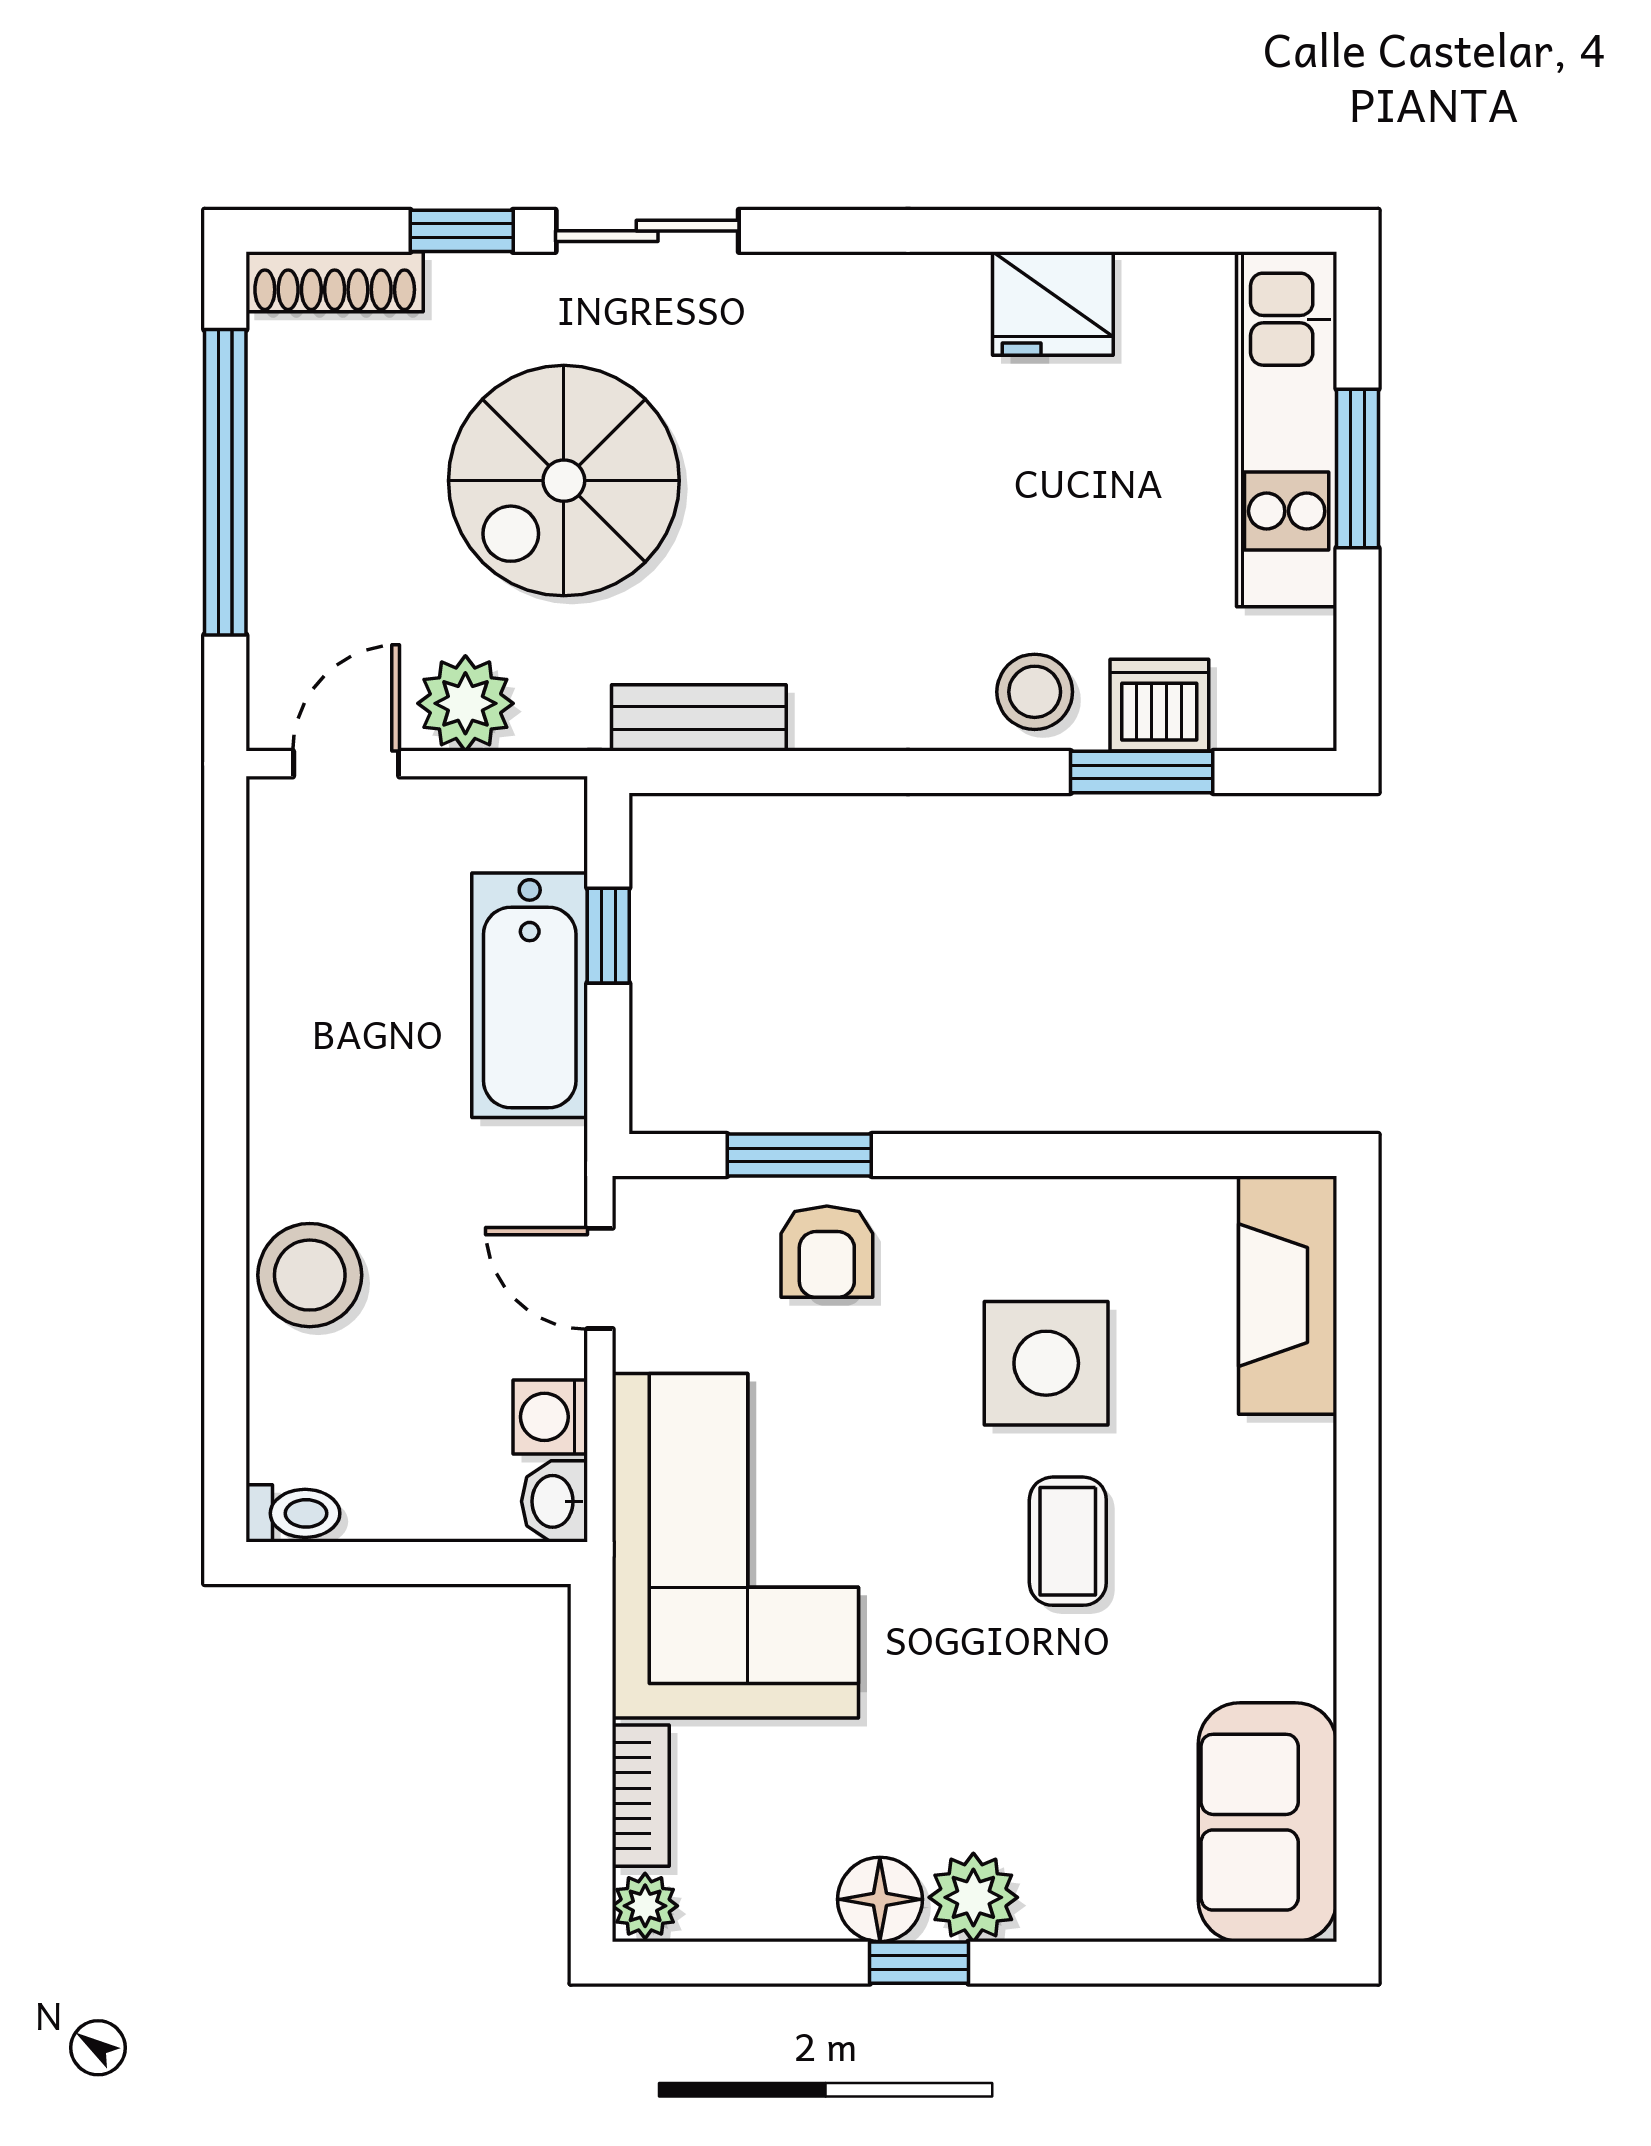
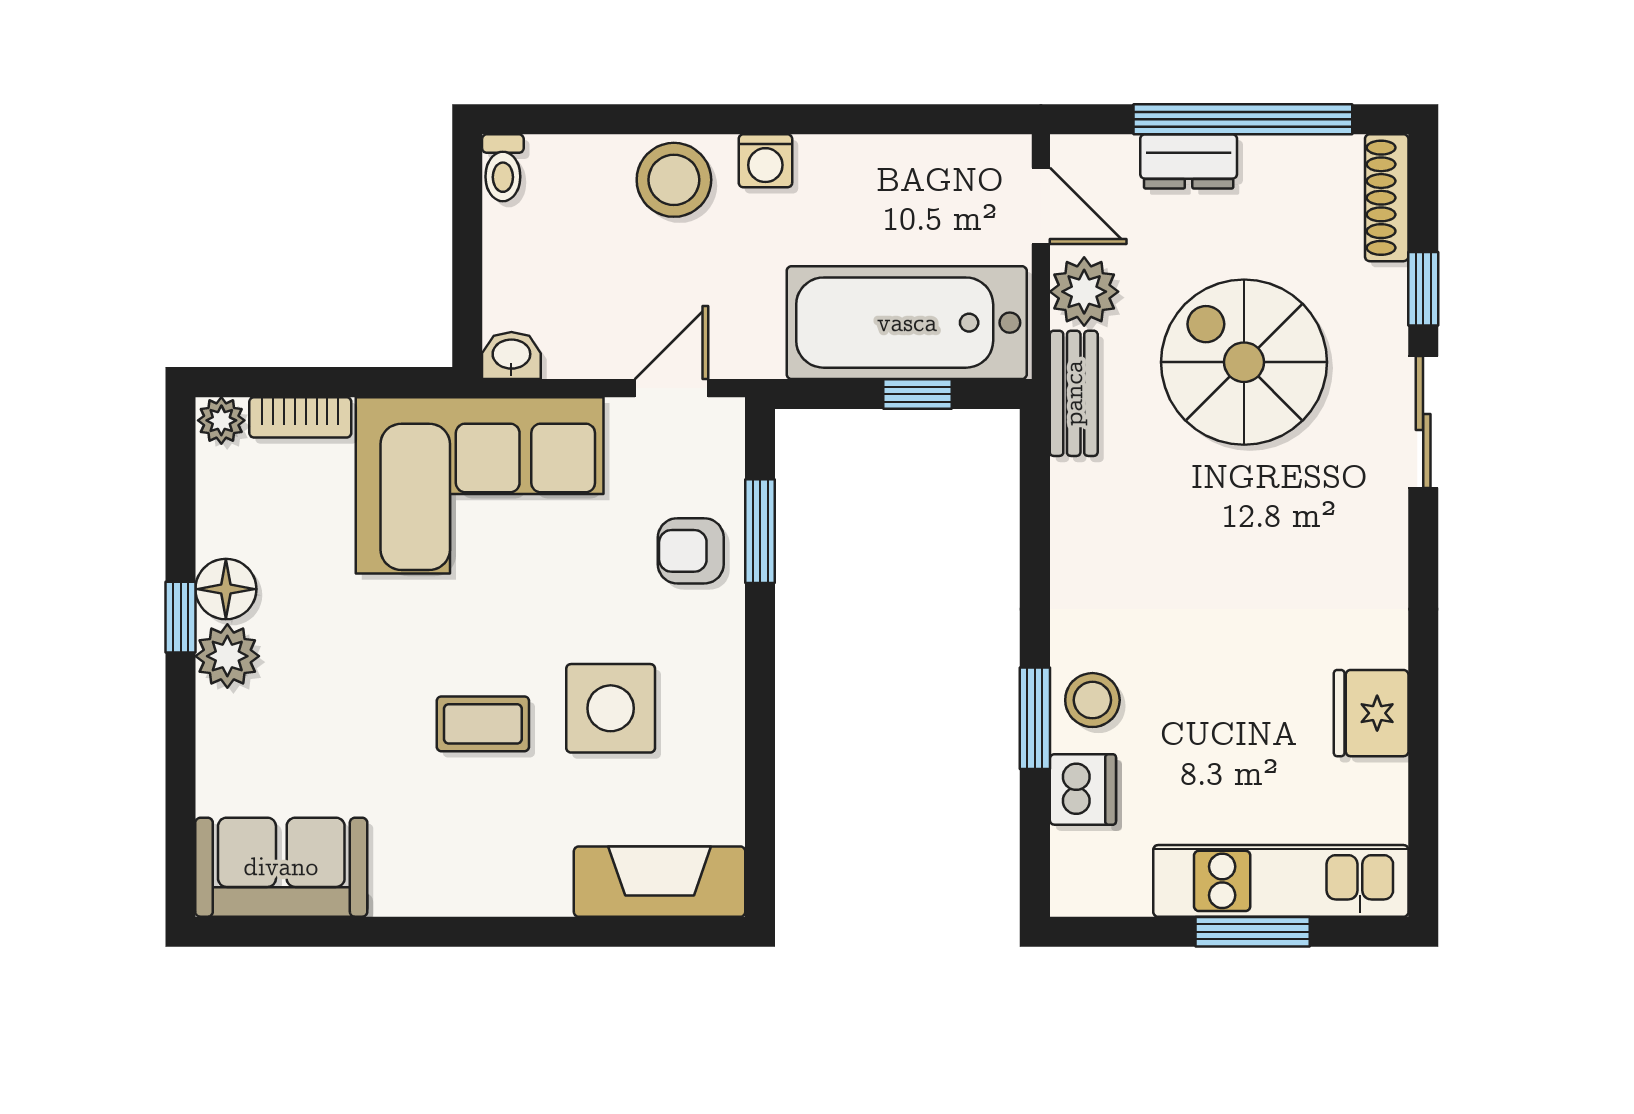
dresser: (284, 558) -> (1189, 161), added
bench: (699, 718) -> (1074, 393), moved
window: (1142, 772) -> (1035, 718), moved
bathtub: (530, 995) -> (907, 323), width x1.36, depth x1.36
washing machine: (550, 1417) -> (765, 161), moved, turned 180

